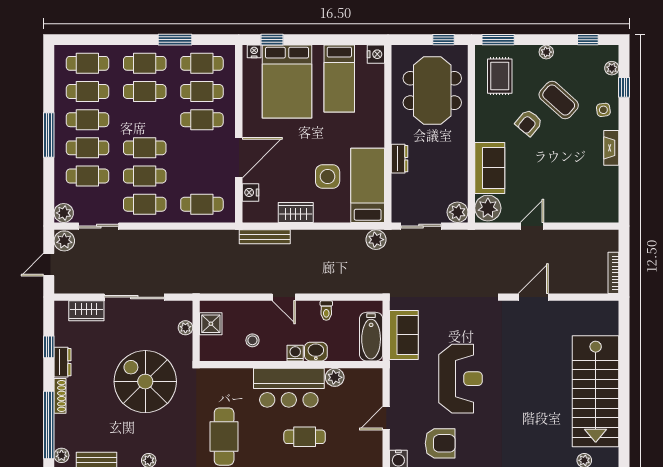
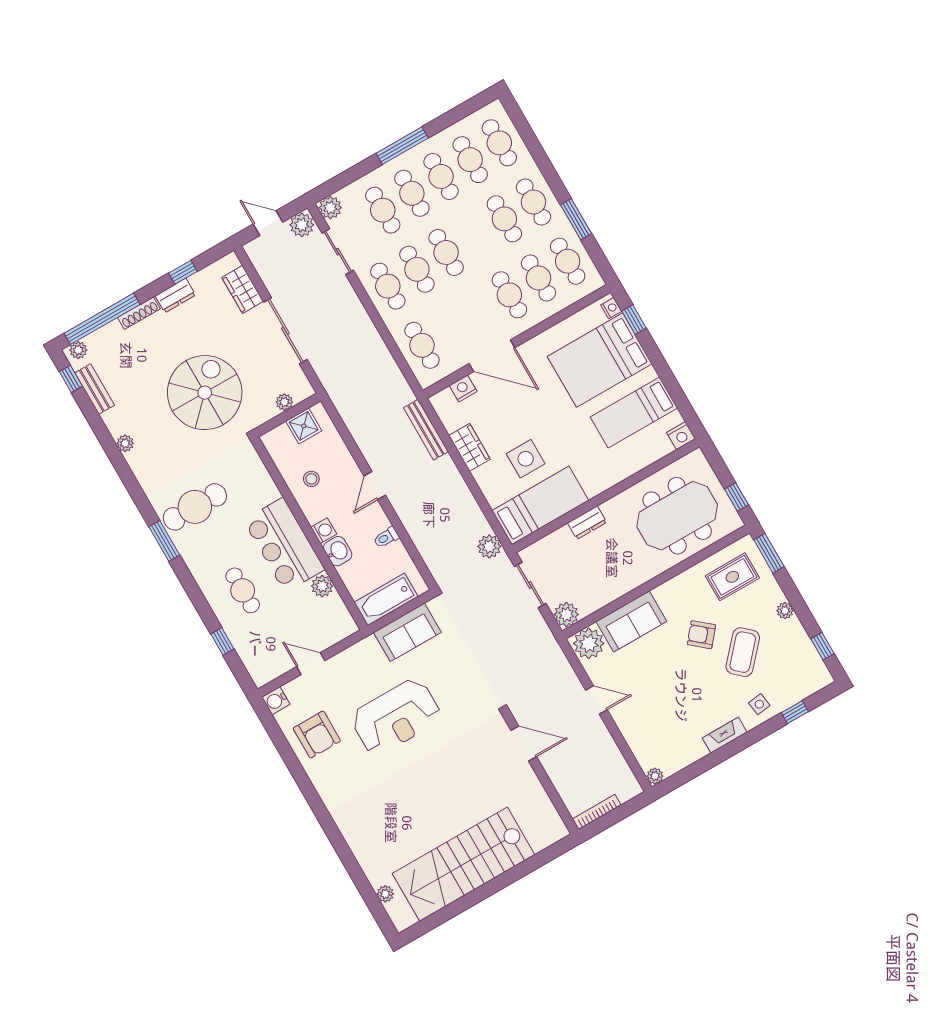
plant: (612, 68) -> (655, 776), moved

